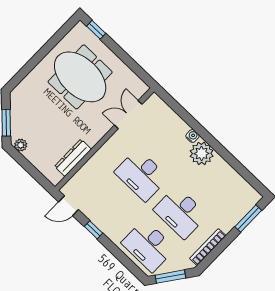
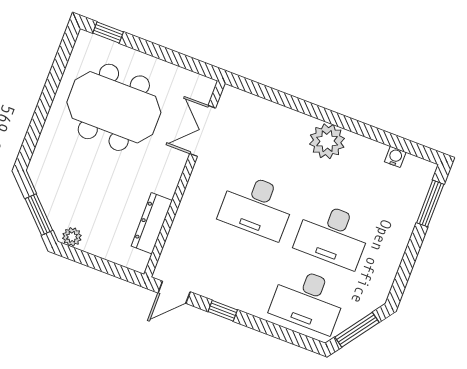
water cooler: (192, 136) -> (395, 157), moved
bookcase: (208, 247) -> (391, 267), removed

